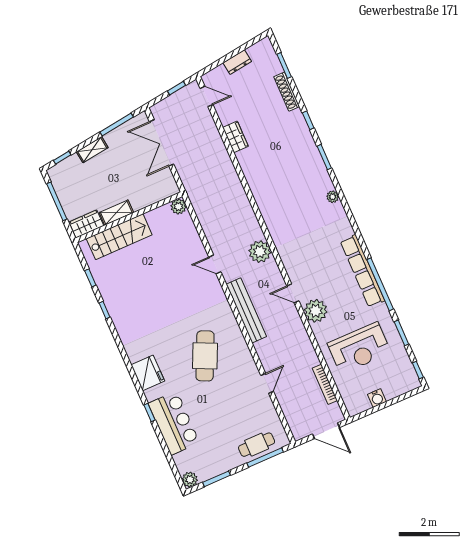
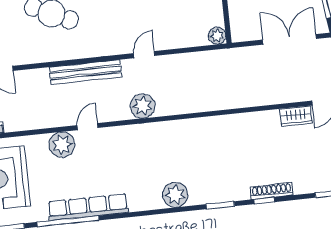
shoe rack: (287, 92) -> (272, 191), moved
wardrobe: (235, 137) -> (296, 116), moved
plant: (333, 197) -> (175, 195), width x1.87, depth x1.87

